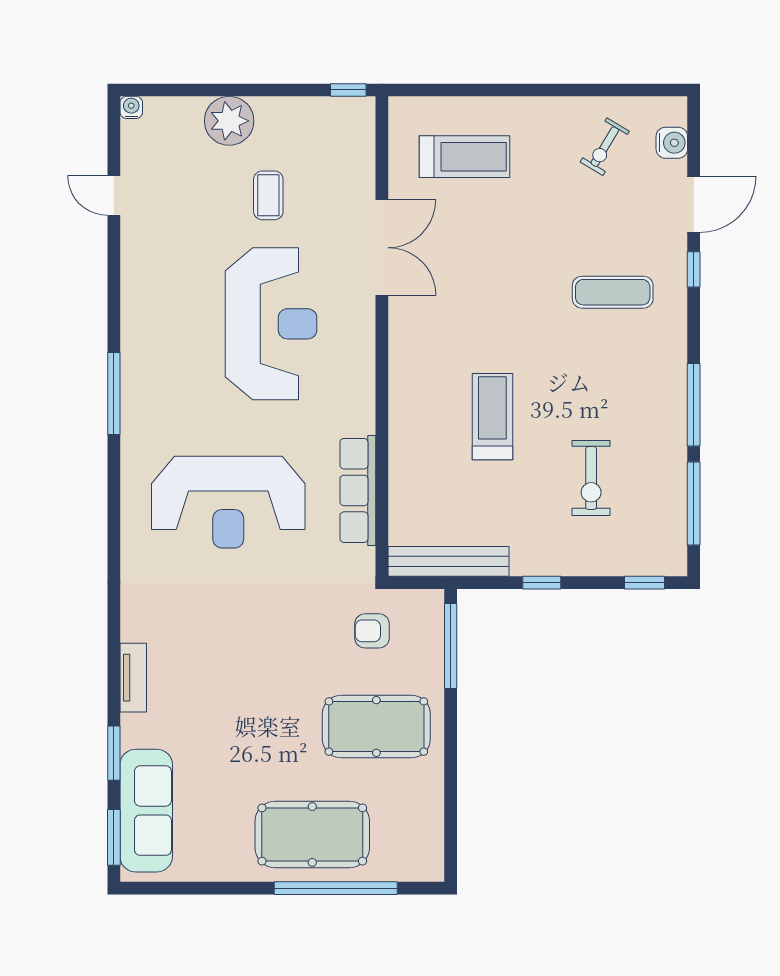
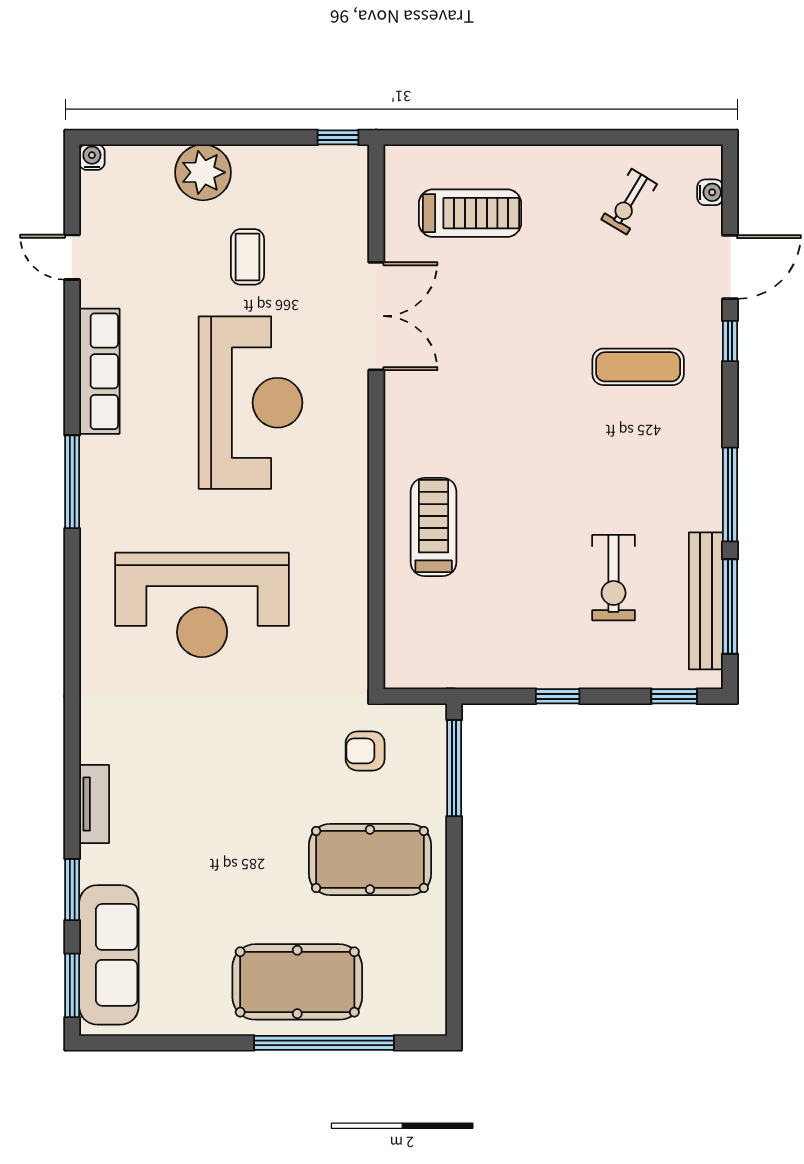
water cooler: (672, 143) -> (710, 192), width x0.72, depth x0.72
treadmill: (492, 417) -> (434, 527), moved
row of seats: (358, 490) -> (99, 371), moved, turned 180
bench: (449, 561) -> (706, 601), moved, turned 90

